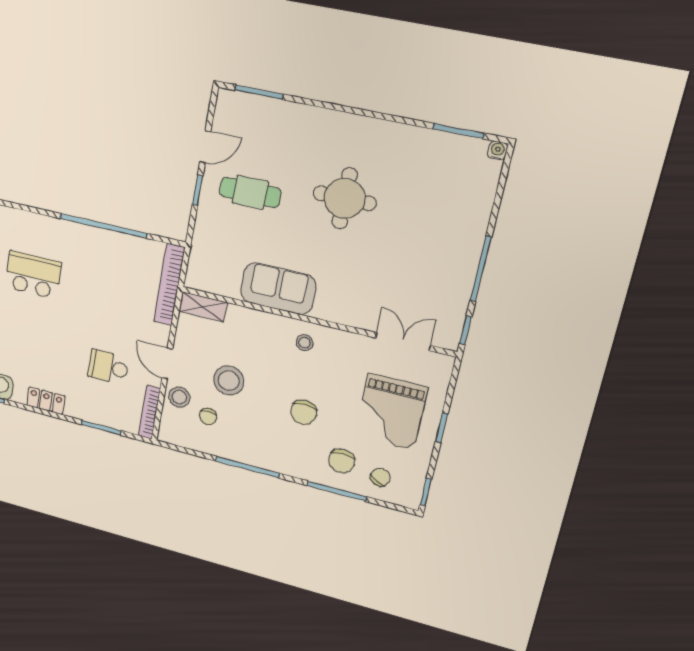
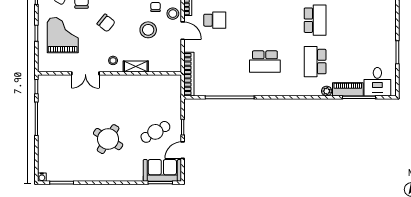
cafe table: (250, 192) -> (155, 132), turned -30
round table: (345, 198) -> (108, 139), turned 32
sofa: (278, 289) -> (162, 170), moved, turned 180
shelving: (203, 307) -> (136, 66), moved
double door: (403, 342) -> (85, 73), moved
chair: (304, 412) -> (106, 23), turned 129

